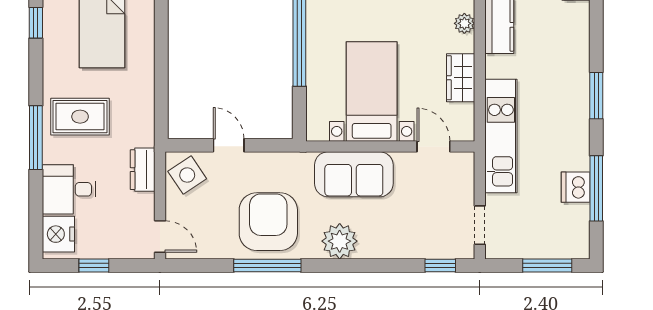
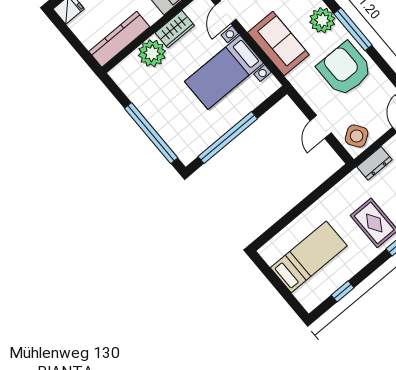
plant: (464, 23) -> (152, 53), width x1.87, depth x1.87
armchair: (268, 222) -> (345, 69), turned 90
window: (267, 265) -> (353, 29), moved

